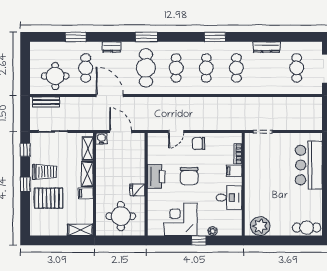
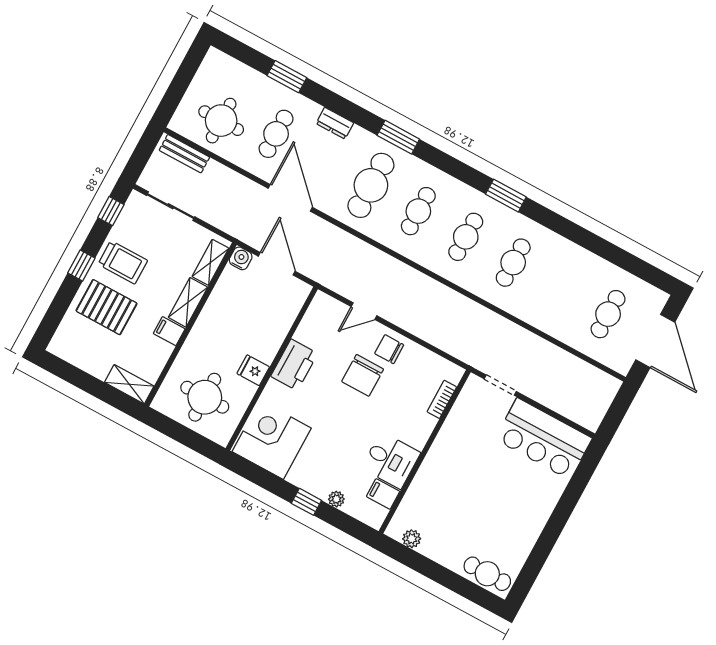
dresser: (266, 47) -> (578, 255), removed
bar counter: (309, 165) -> (543, 439), moved, turned -90
filing cabinet: (234, 171) -> (383, 494), moved
chair: (189, 176) -> (363, 375), moved
corner desk: (181, 219) -> (272, 440), moved
plant: (260, 226) -> (412, 539), width x0.53, depth x0.53

